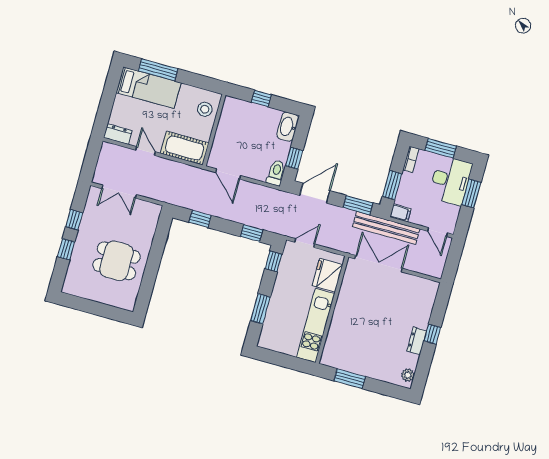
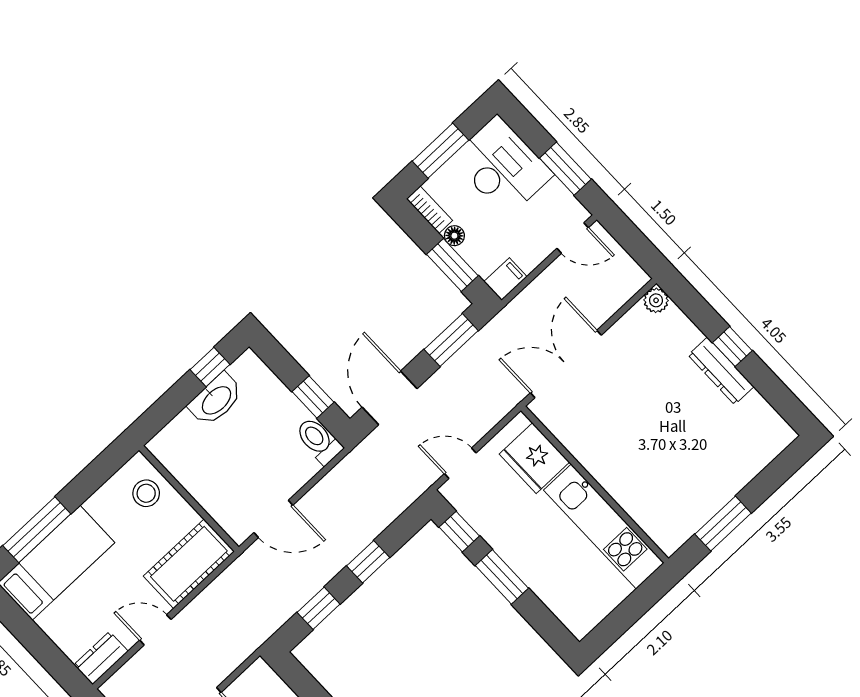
window: (261, 98) -> (210, 367), moved
washbasin: (288, 127) -> (216, 400), moved, turned -90
floor lamp: (406, 178) -> (454, 236), added
window: (471, 193) -> (565, 169), moved
bench: (386, 228) -> (515, 317), removed
window: (252, 233) -> (368, 562), moved
door: (305, 243) -> (460, 463), hinge flipped
window: (260, 309) -> (502, 577), moved
dresser: (417, 341) -> (721, 371), width x1.44
plant: (408, 375) -> (656, 300), moved

